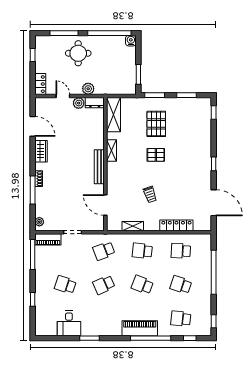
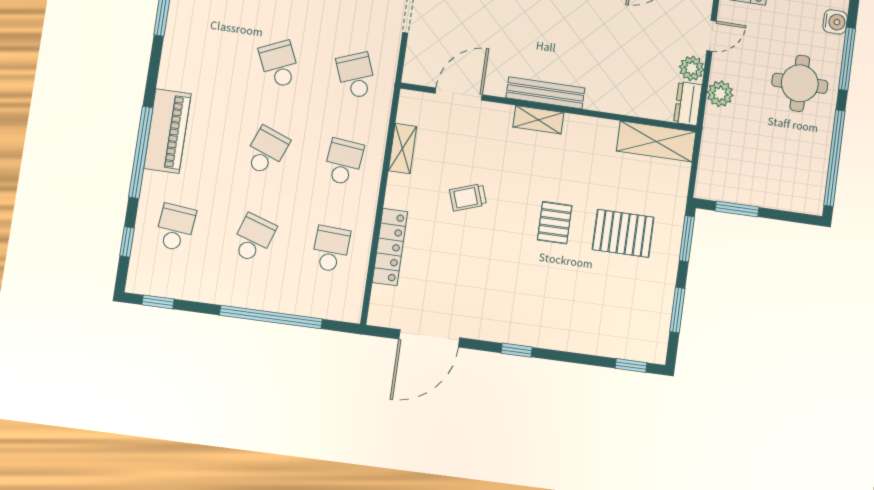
water cooler: (131, 41) -> (835, 22), moved
shelving: (112, 150) -> (538, 120), moved

